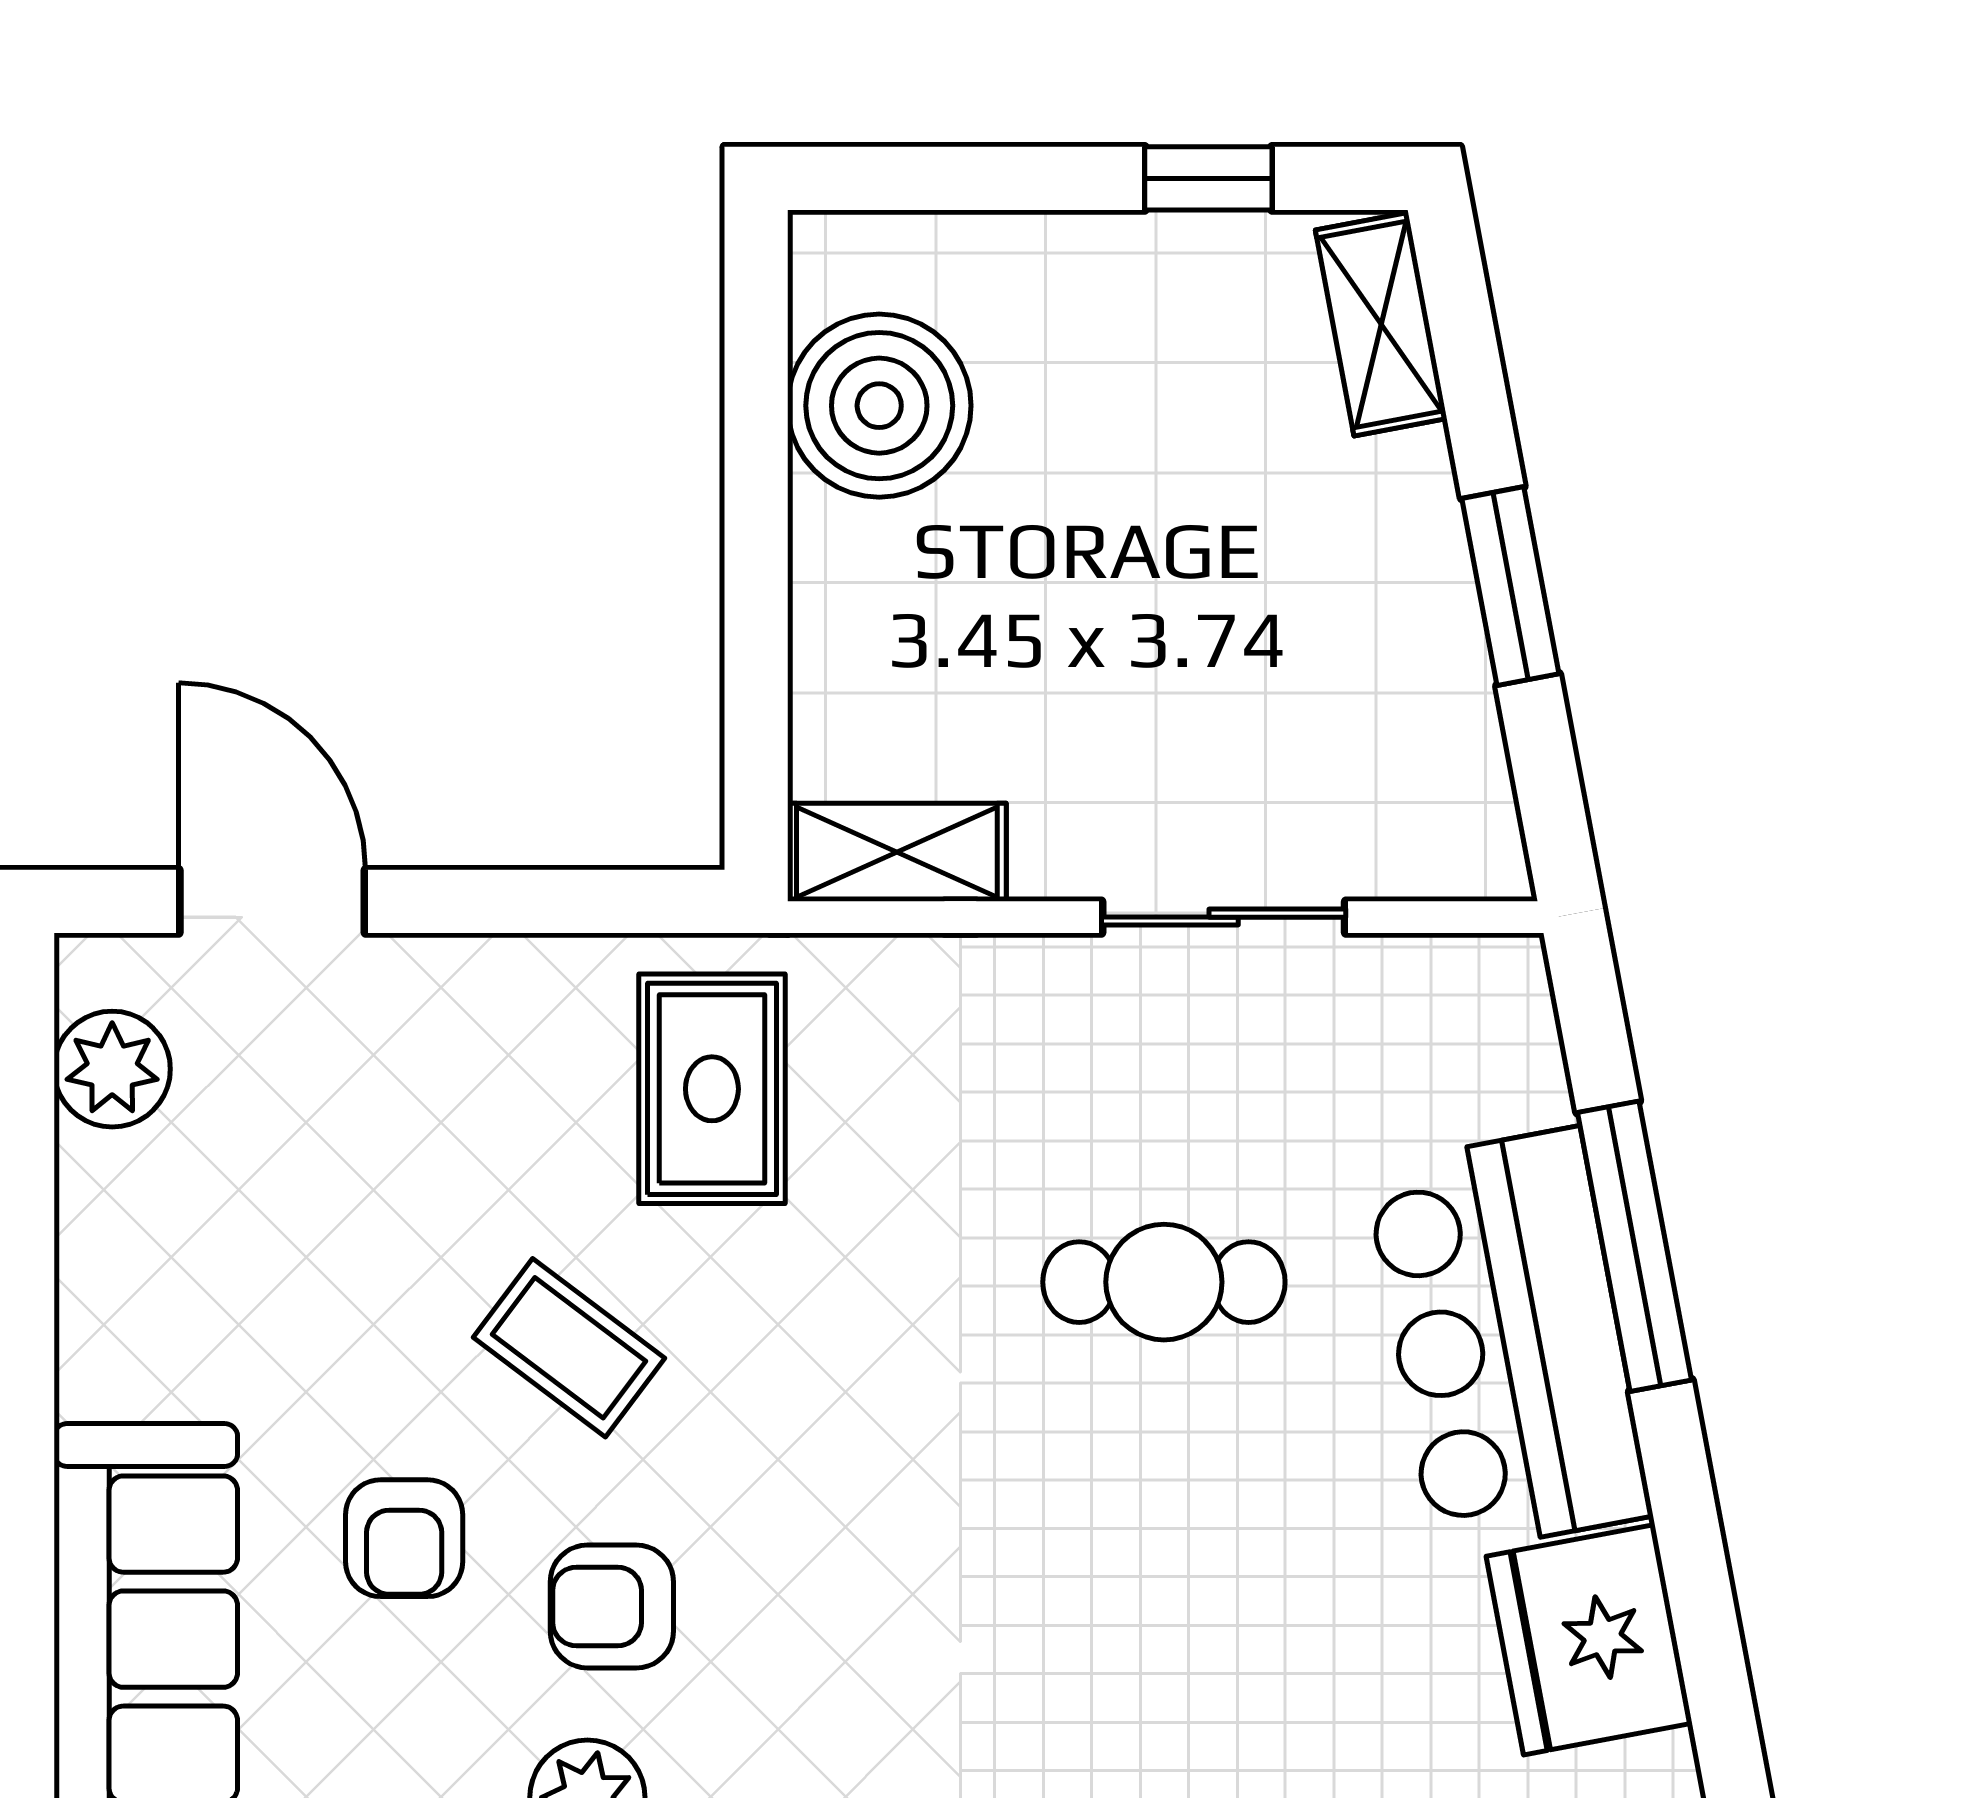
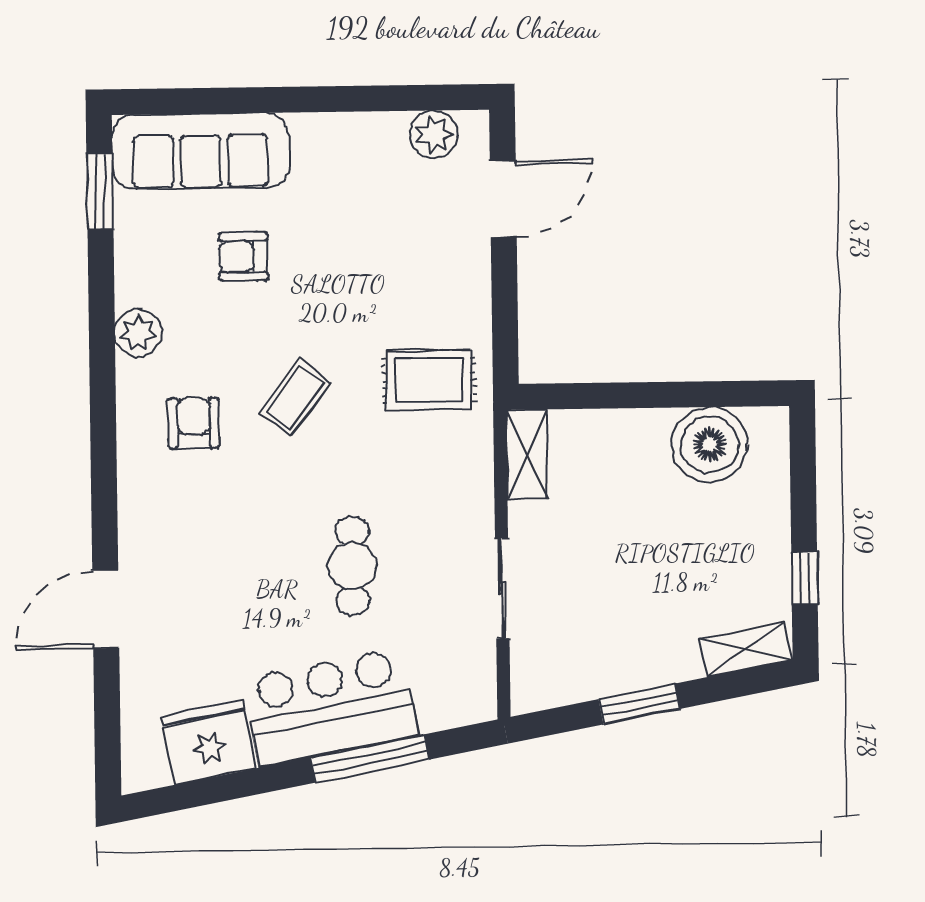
coffee table: (569, 1348) -> (295, 397), moved
armchair: (612, 1607) -> (194, 423), moved

